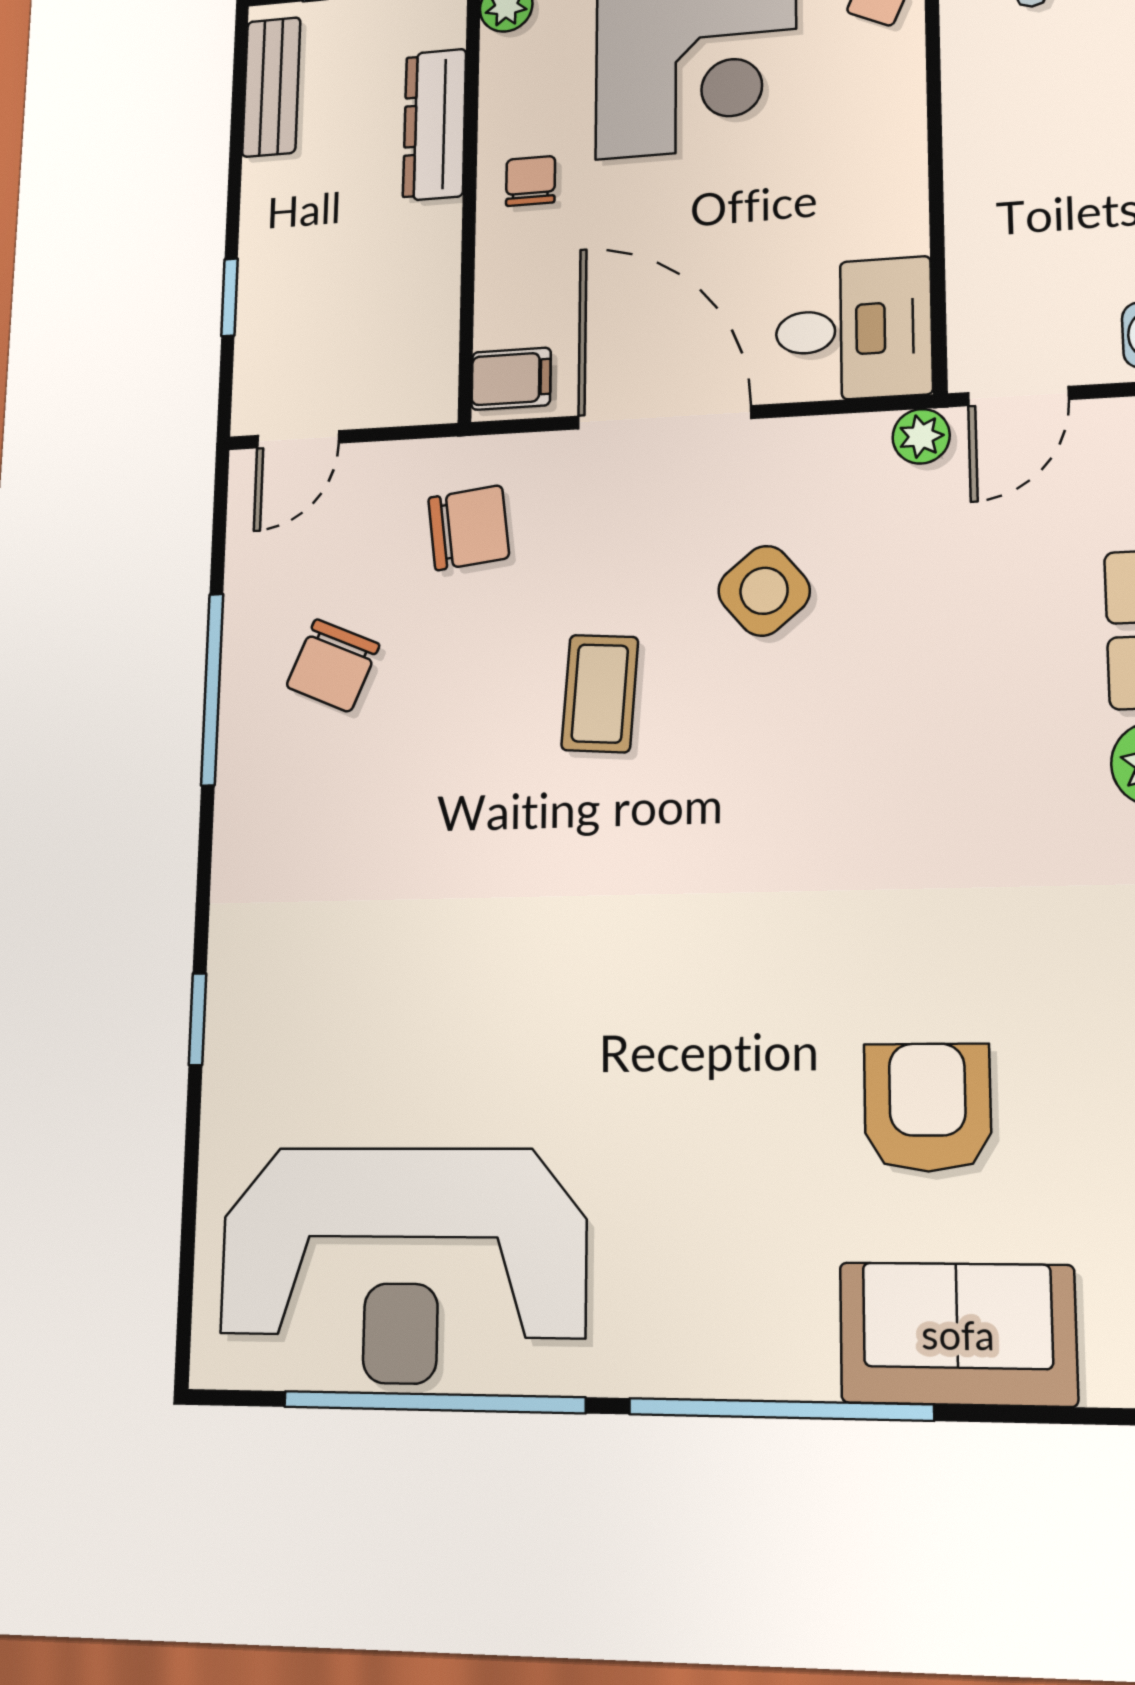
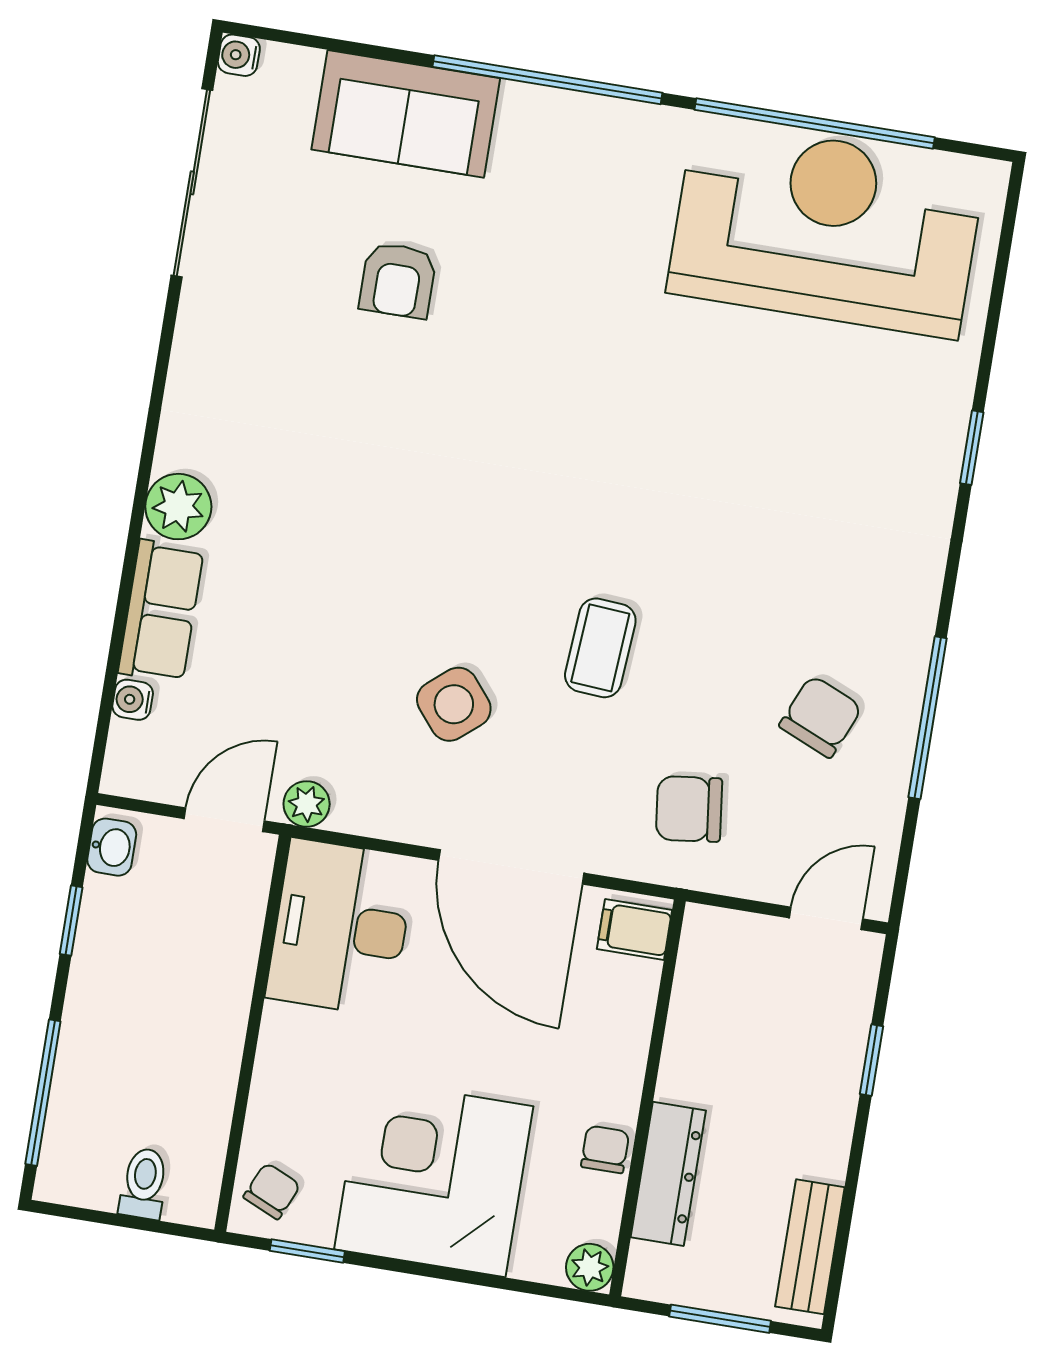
chair: (531, 181) -> (605, 1149), moved, turned 180
desk: (854, 330) -> (341, 928), width x1.37
armchair: (927, 1107) -> (398, 280), width x0.72, depth x0.72

